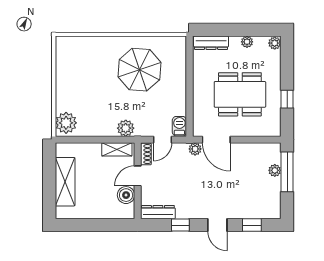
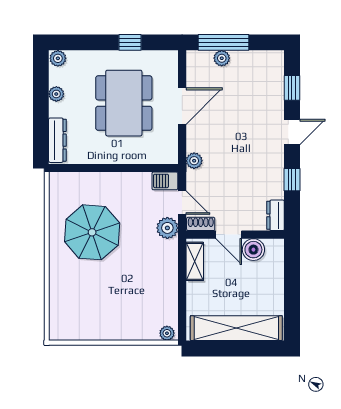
plant: (66, 123) -> (167, 333), width x0.53, depth x0.53
plant: (126, 128) -> (167, 228), moved
door: (216, 140) -> (182, 106), moved
shelving: (65, 182) -> (236, 328), width x1.47
dresser: (158, 212) -> (275, 215), width x0.70

